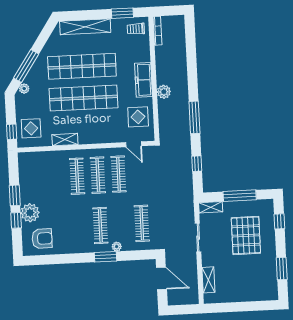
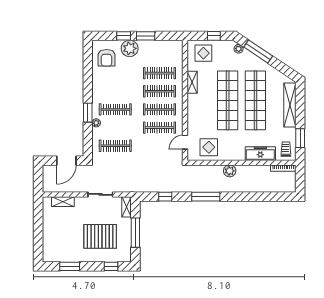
freezer: (143, 80) -> (260, 154), moved
window: (12, 132) -> (214, 36), moved
clothes rail: (56, 177) -> (160, 73), added

